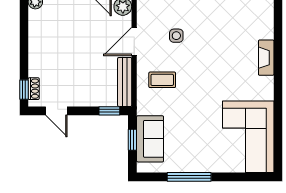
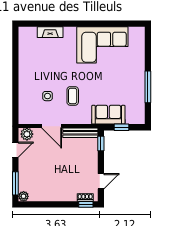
fireplace: (266, 58) -> (50, 32), moved
coffee table: (162, 80) -> (73, 96), moved
corner sofa: (248, 137) -> (102, 45), moved
sofa: (150, 139) -> (108, 115), moved

